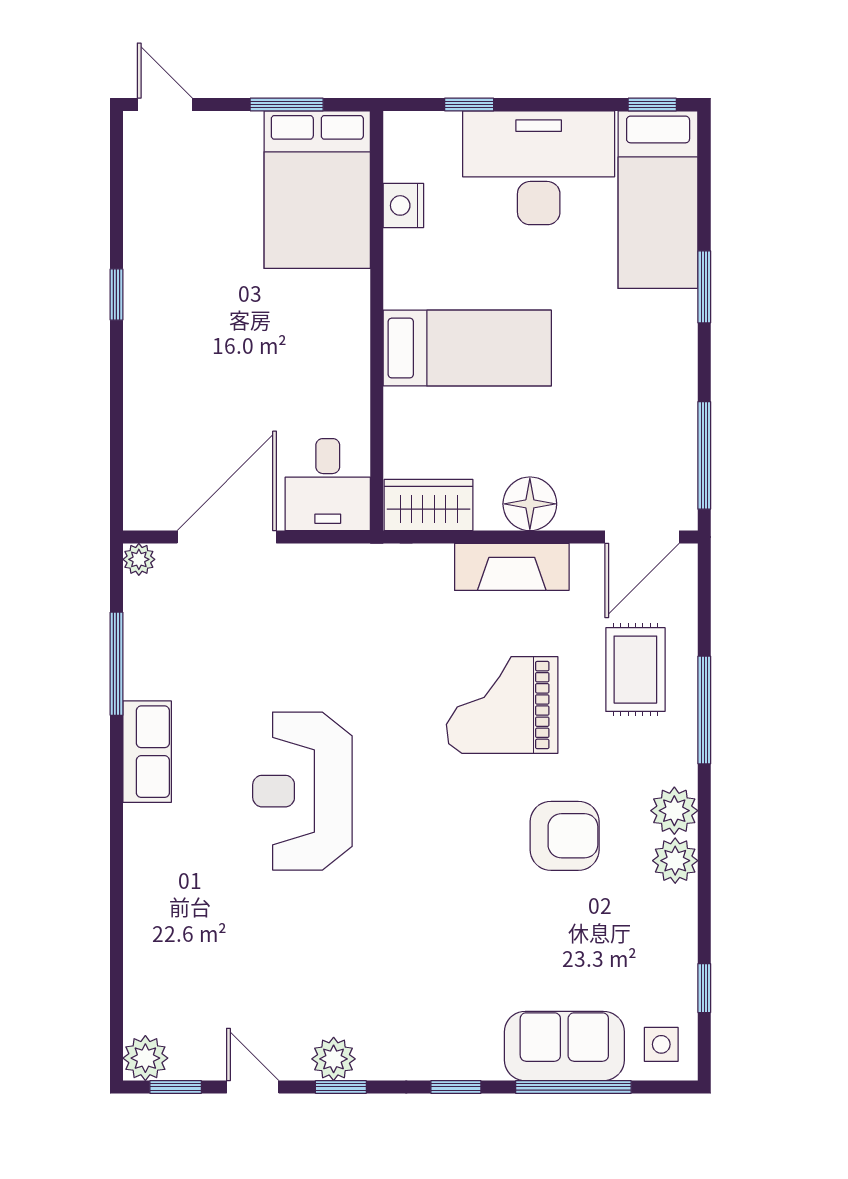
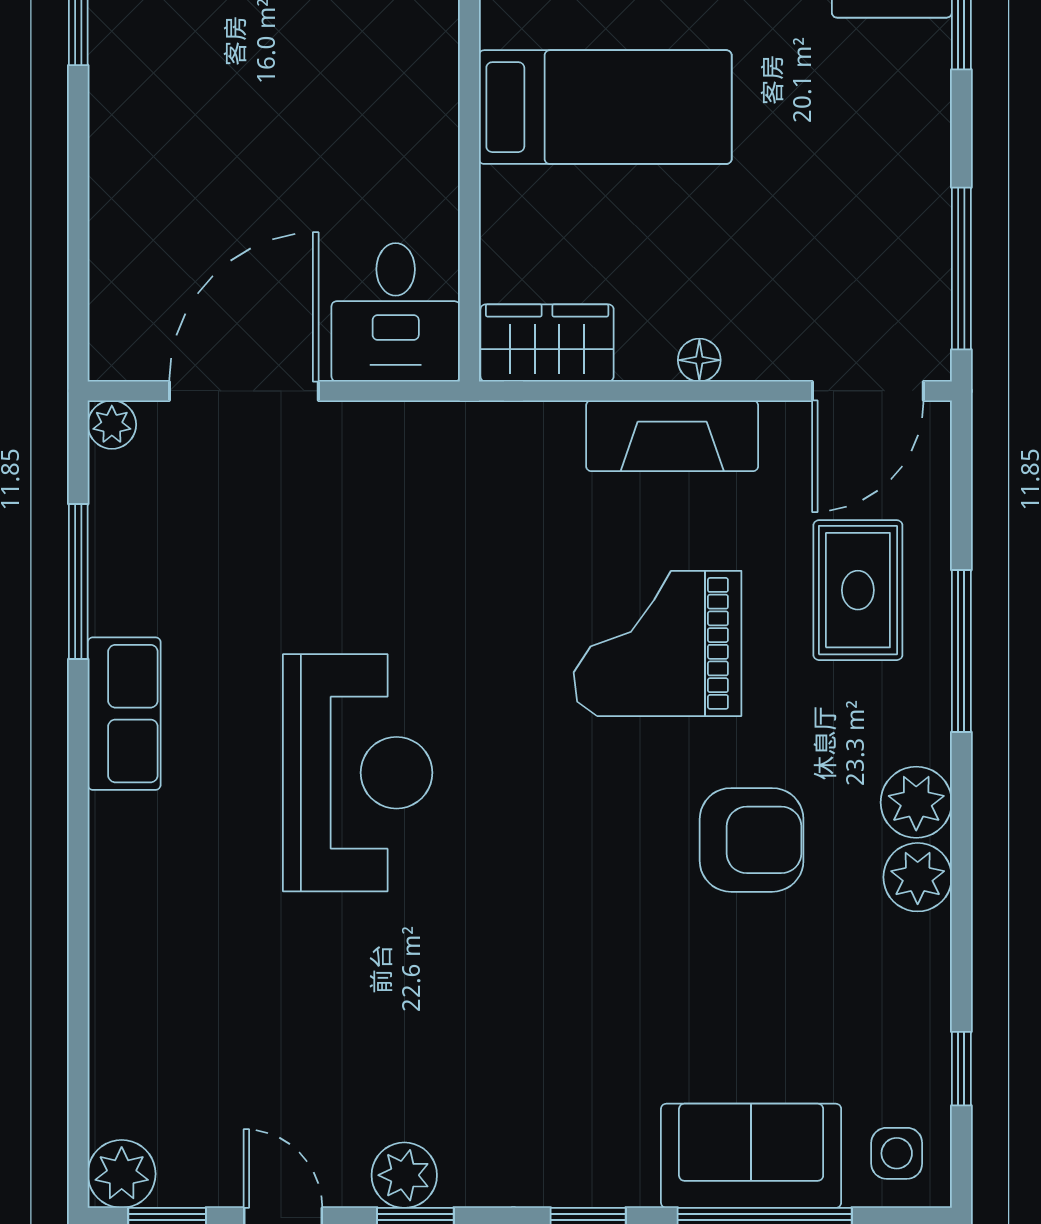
floor lamp: (530, 504) -> (699, 360), width x0.53, depth x0.53
reception desk: (302, 791) -> (358, 773), turned 180

